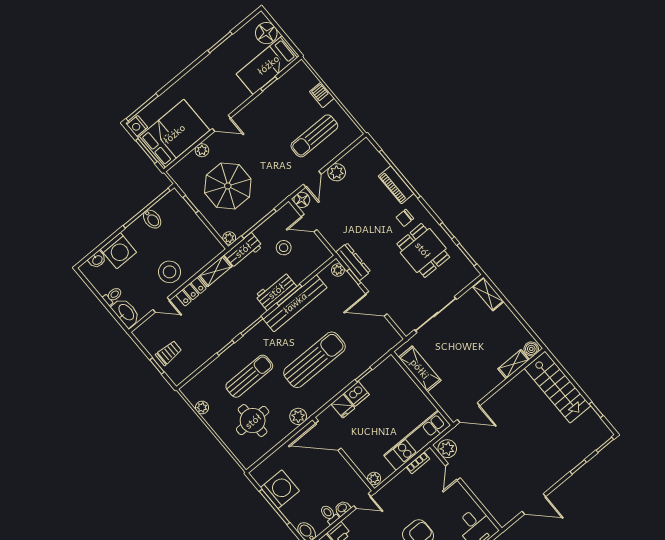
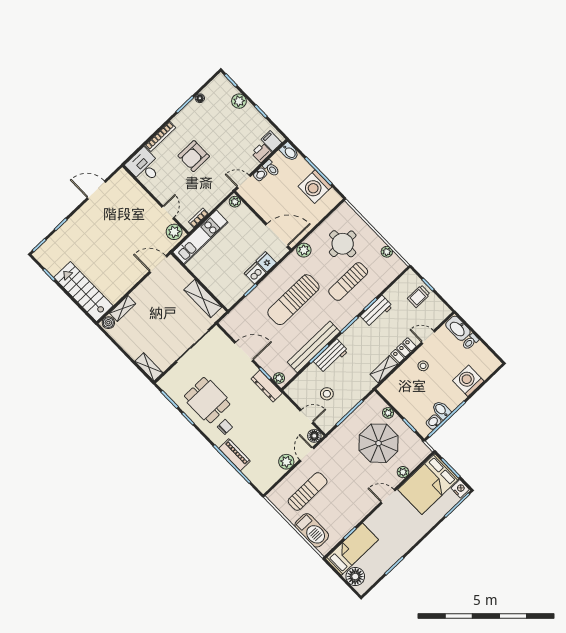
barbecue: (322, 95) -> (312, 530), width x1.88, depth x1.53
plant: (229, 238) -> (388, 413), moved
workbench: (243, 250) -> (376, 311), moved, turned 180
washbasin: (97, 260) -> (434, 422), moved
stool: (170, 272) -> (423, 366), width x0.53, depth x0.53

